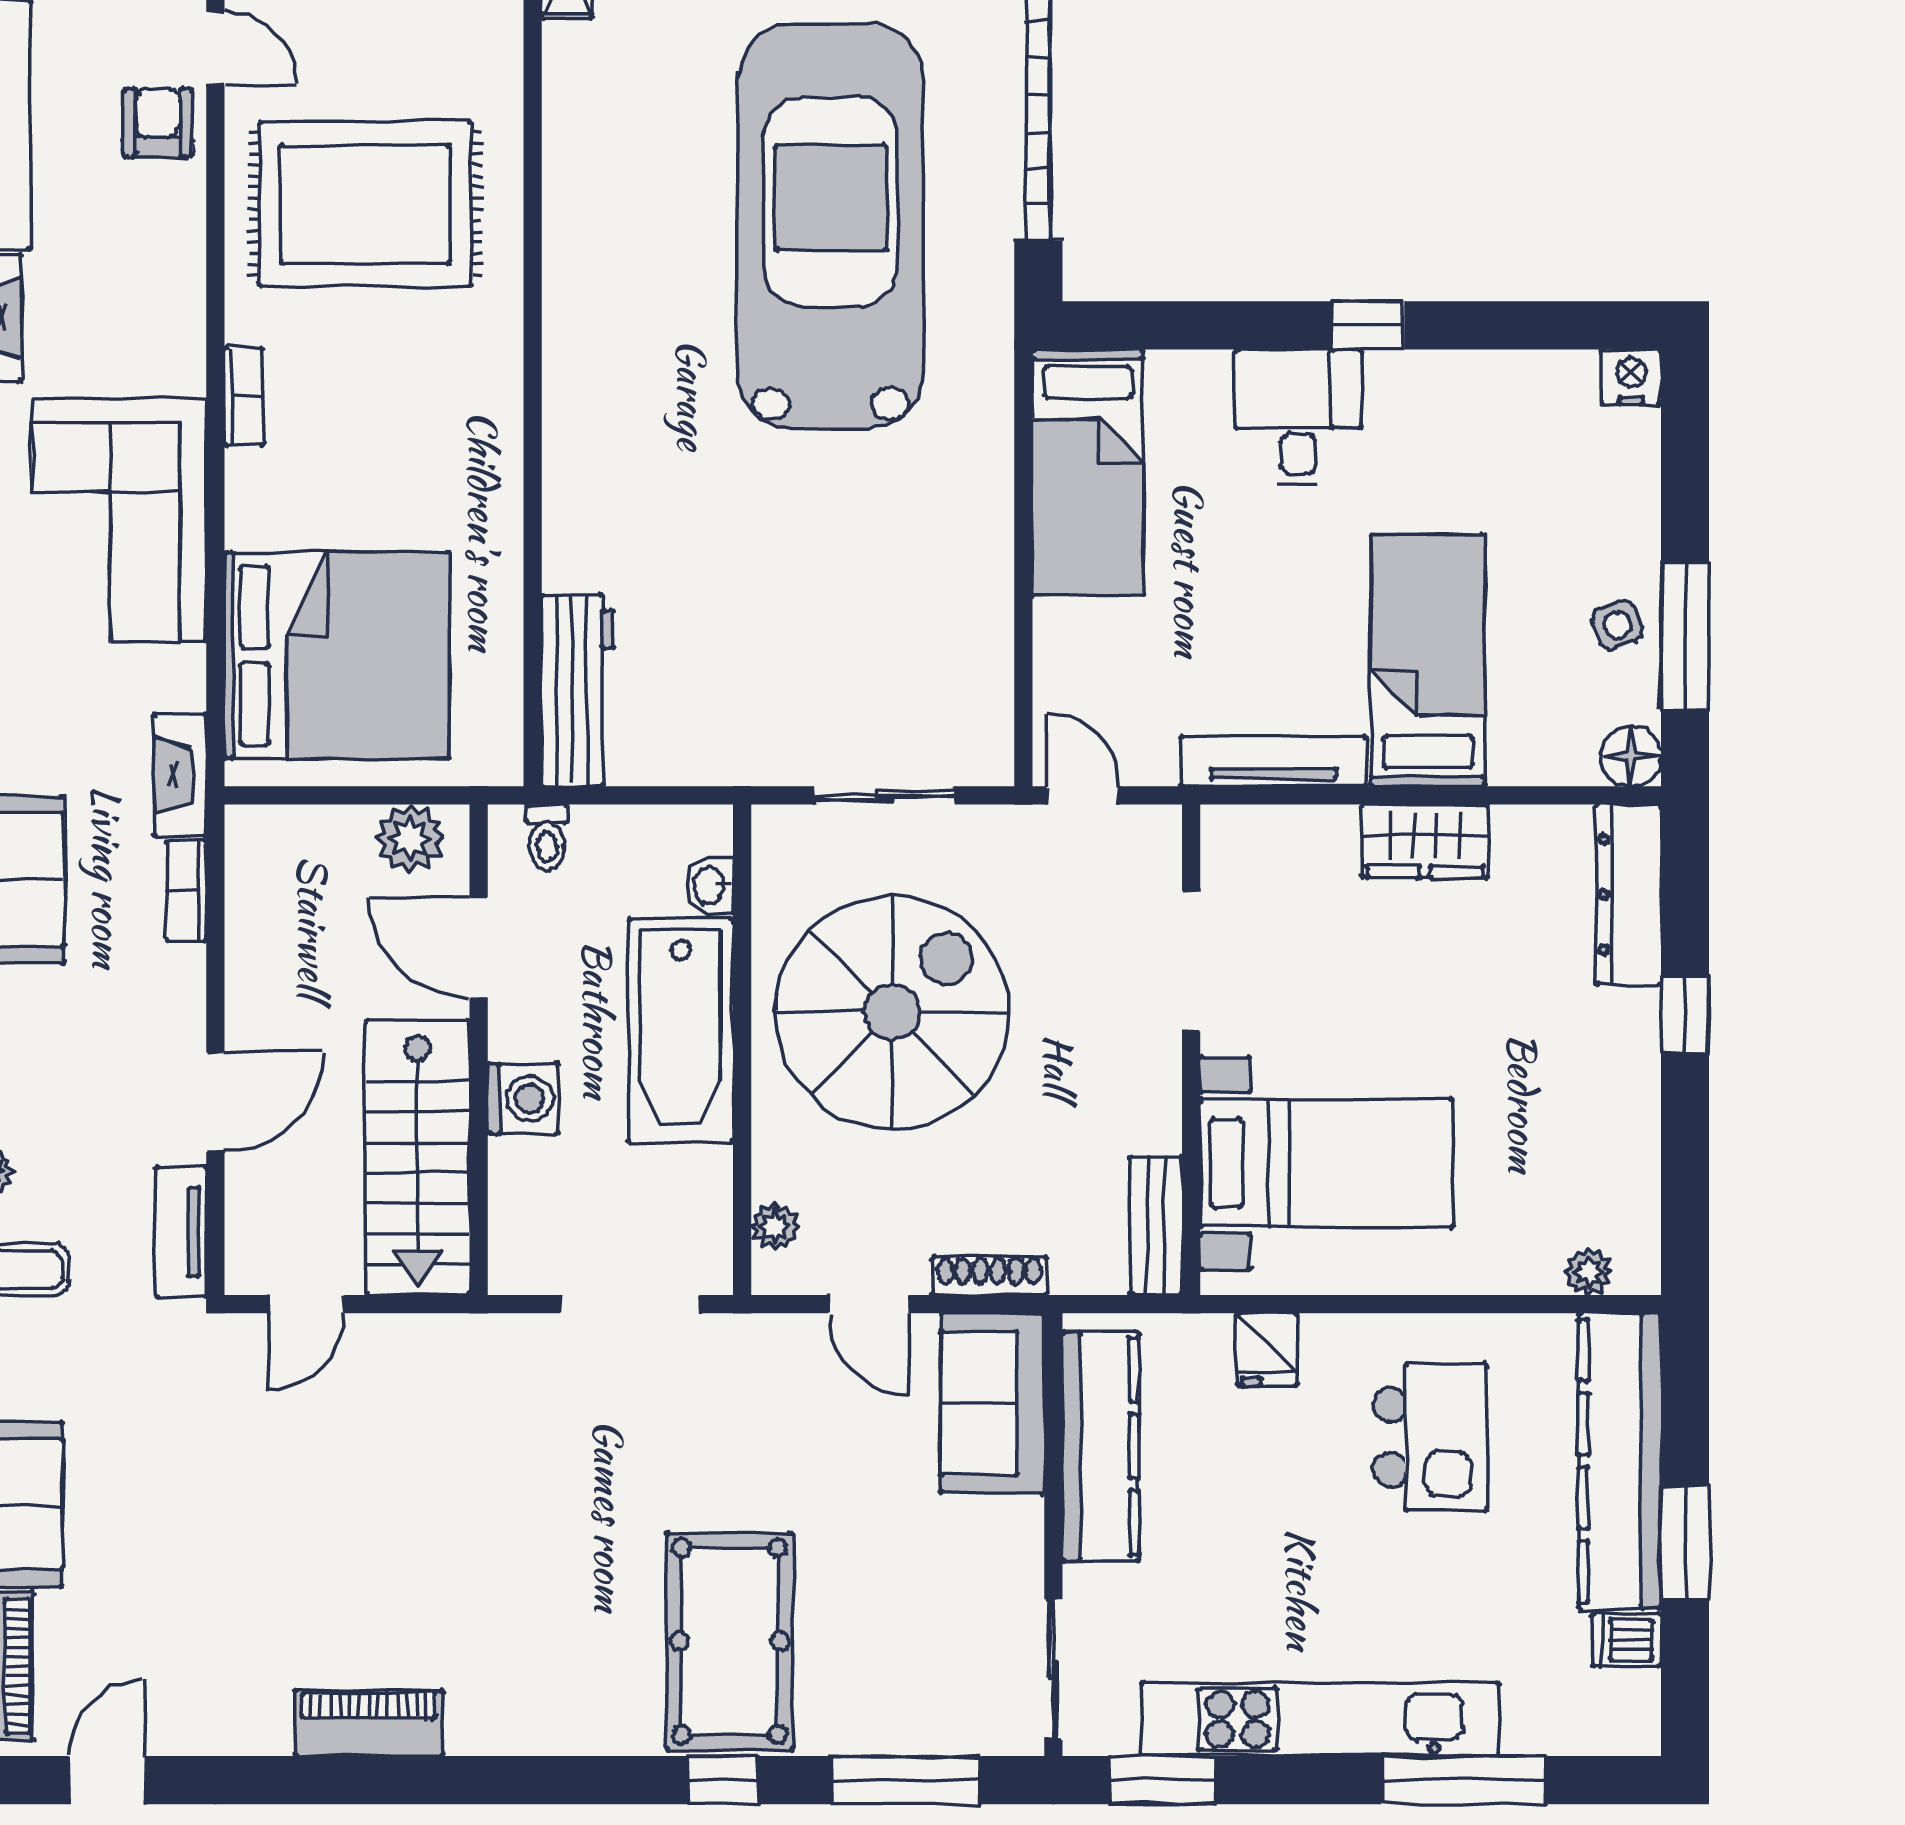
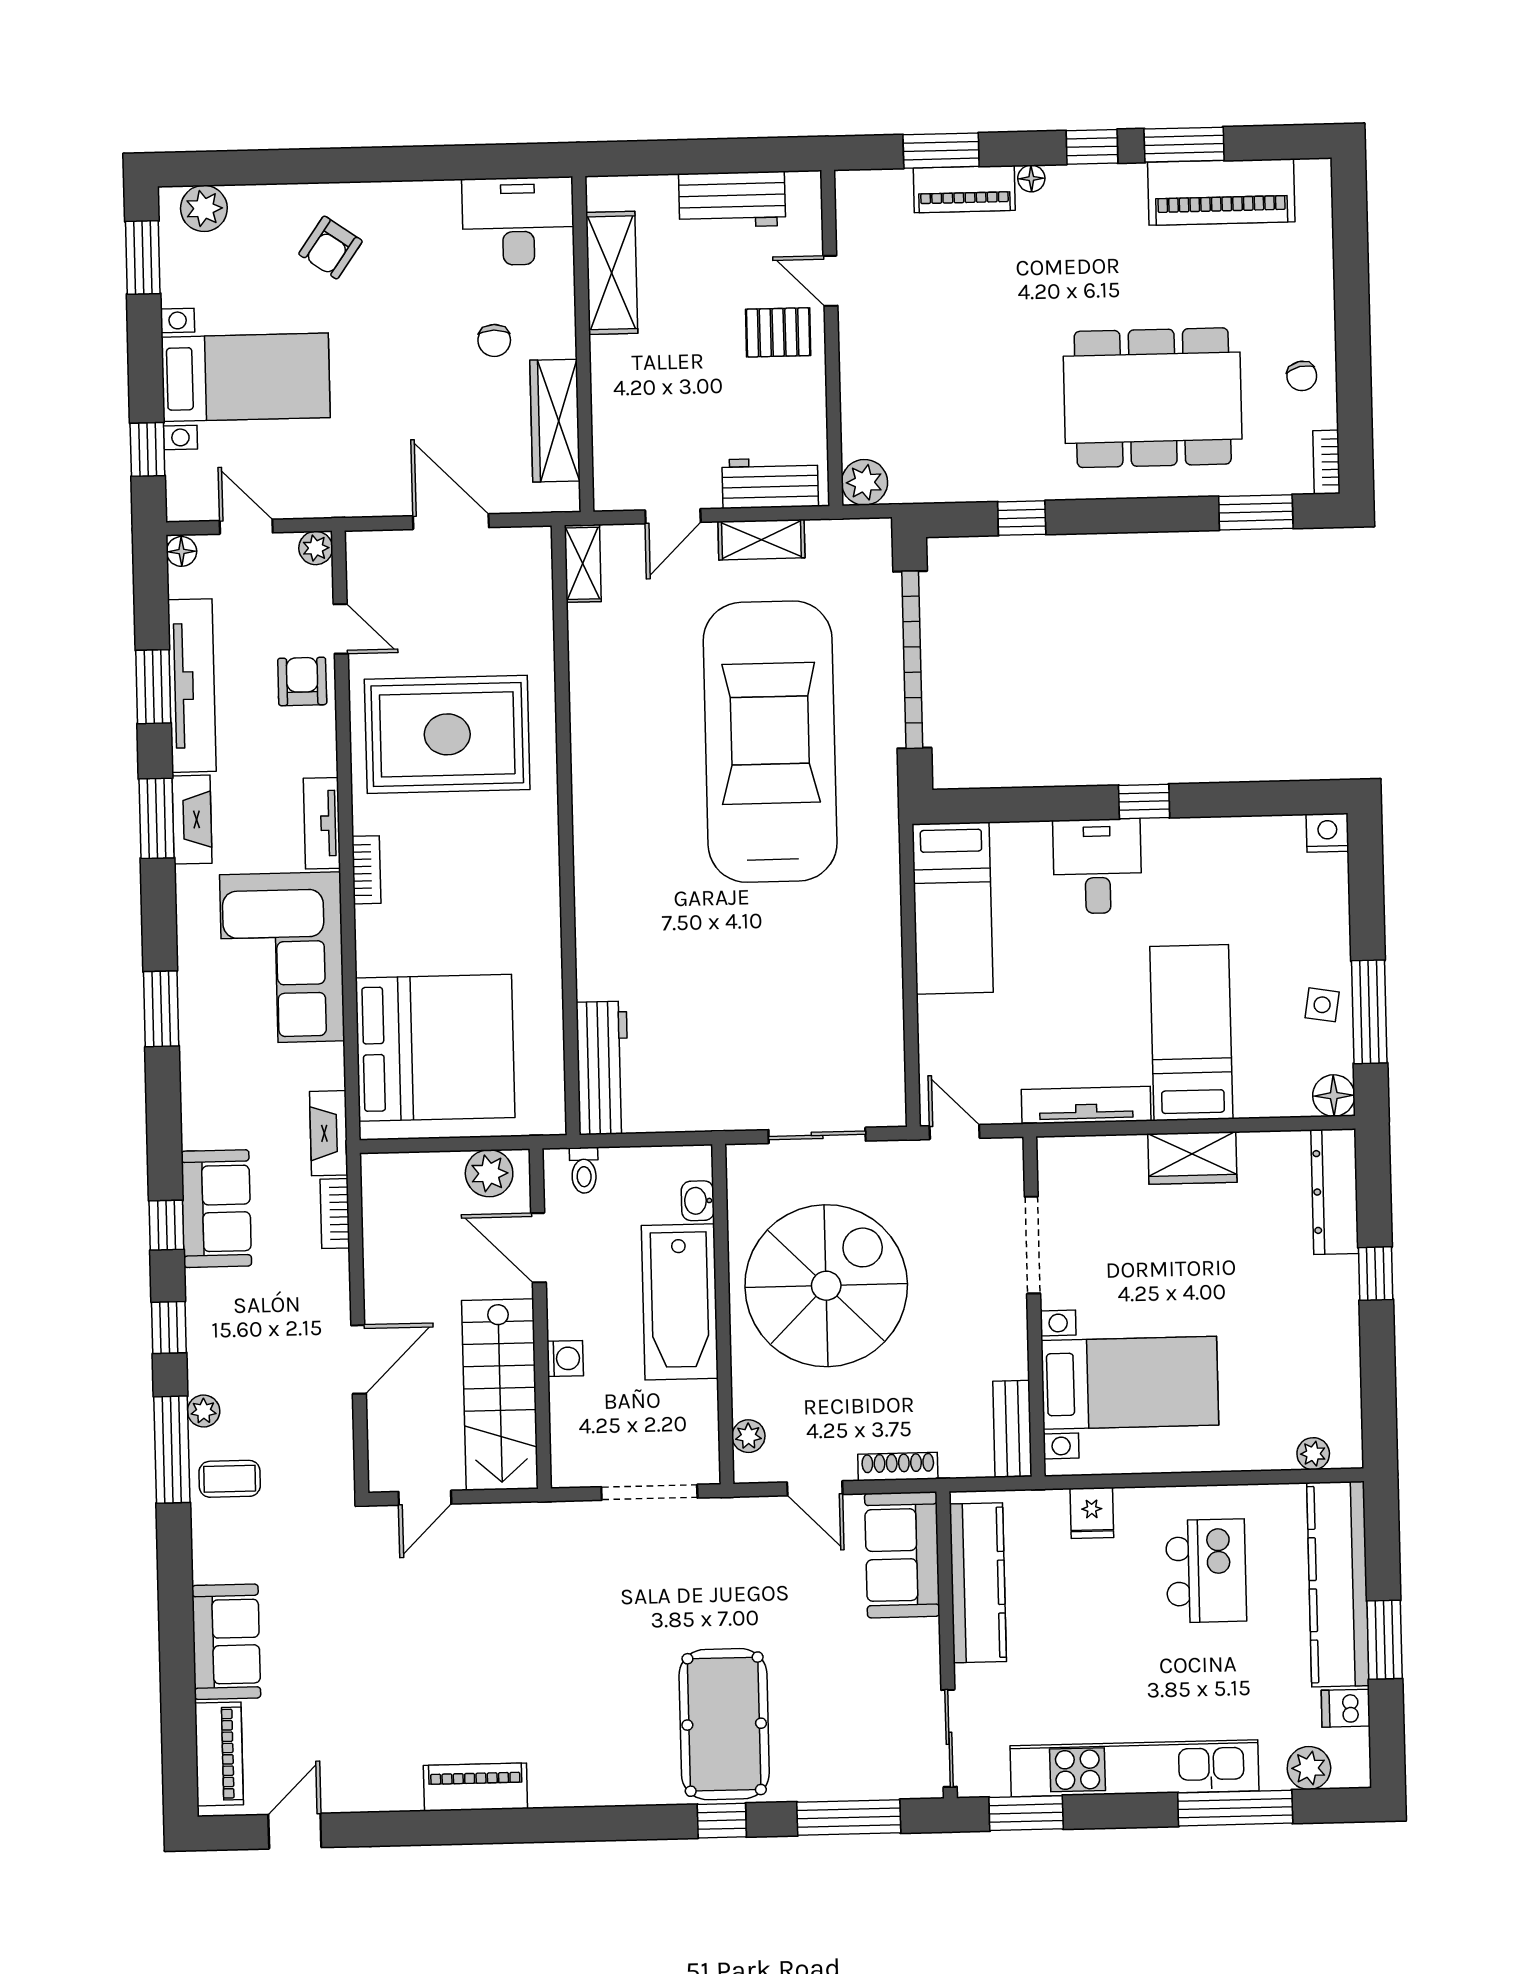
side table: (1617, 625) -> (1322, 1005), turned 32
washing machine: (523, 1099) -> (565, 1358), width x0.73, depth x0.73
tv unit: (181, 1232) -> (322, 823), moved
plant: (1571, 1725) -> (1309, 1768), added

